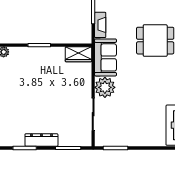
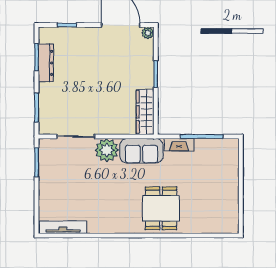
wardrobe: (78, 54) -> (145, 112), width x1.50
dresser: (41, 140) -> (46, 63), moved

